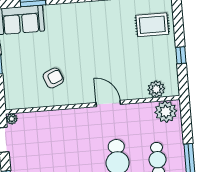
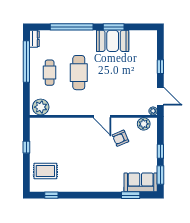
plant: (156, 89) -> (144, 124), moved
door: (108, 103) -> (102, 116), moved

